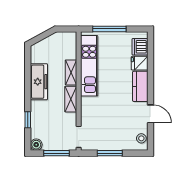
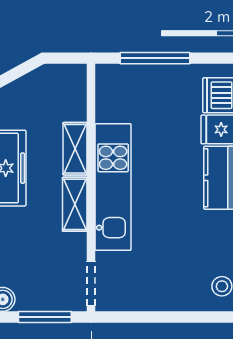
kitchen unit: (89, 66) -> (113, 187), moved
window: (110, 153) -> (156, 317), removed

